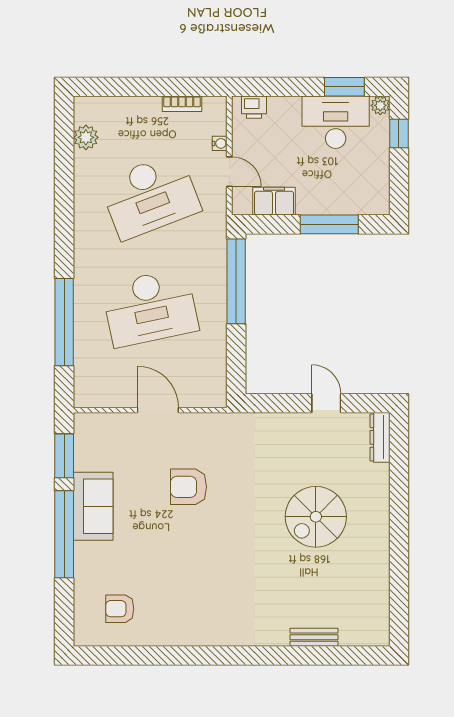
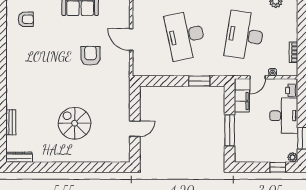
desk: (336, 122) -> (284, 116), moved
desk: (150, 196) -> (245, 35), turned 30
window: (236, 281) -> (199, 81), width x0.47
door: (158, 410) -> (131, 40), swing flipped
dresser: (380, 437) -> (19, 157), moved
armchair: (120, 609) -> (26, 19), turned 90

